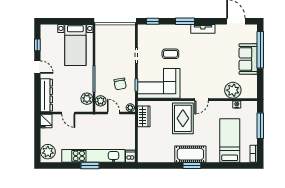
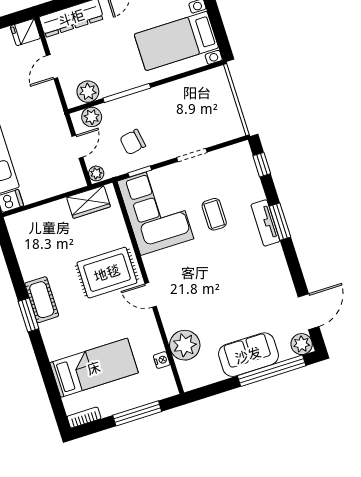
tv unit: (203, 29) -> (265, 223), moved
plant: (251, 30) -> (302, 344), added
cot: (190, 154) -> (42, 300), width x0.73, depth x0.75

